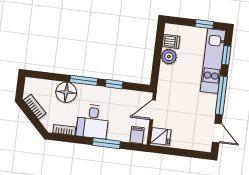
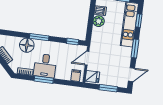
window: (114, 84) -> (73, 42), moved
window: (221, 95) -> (135, 49), width x0.69
door: (217, 133) -> (132, 75), hinge flipped
window: (106, 143) -> (44, 80), moved
window: (184, 153) -> (108, 88), added

